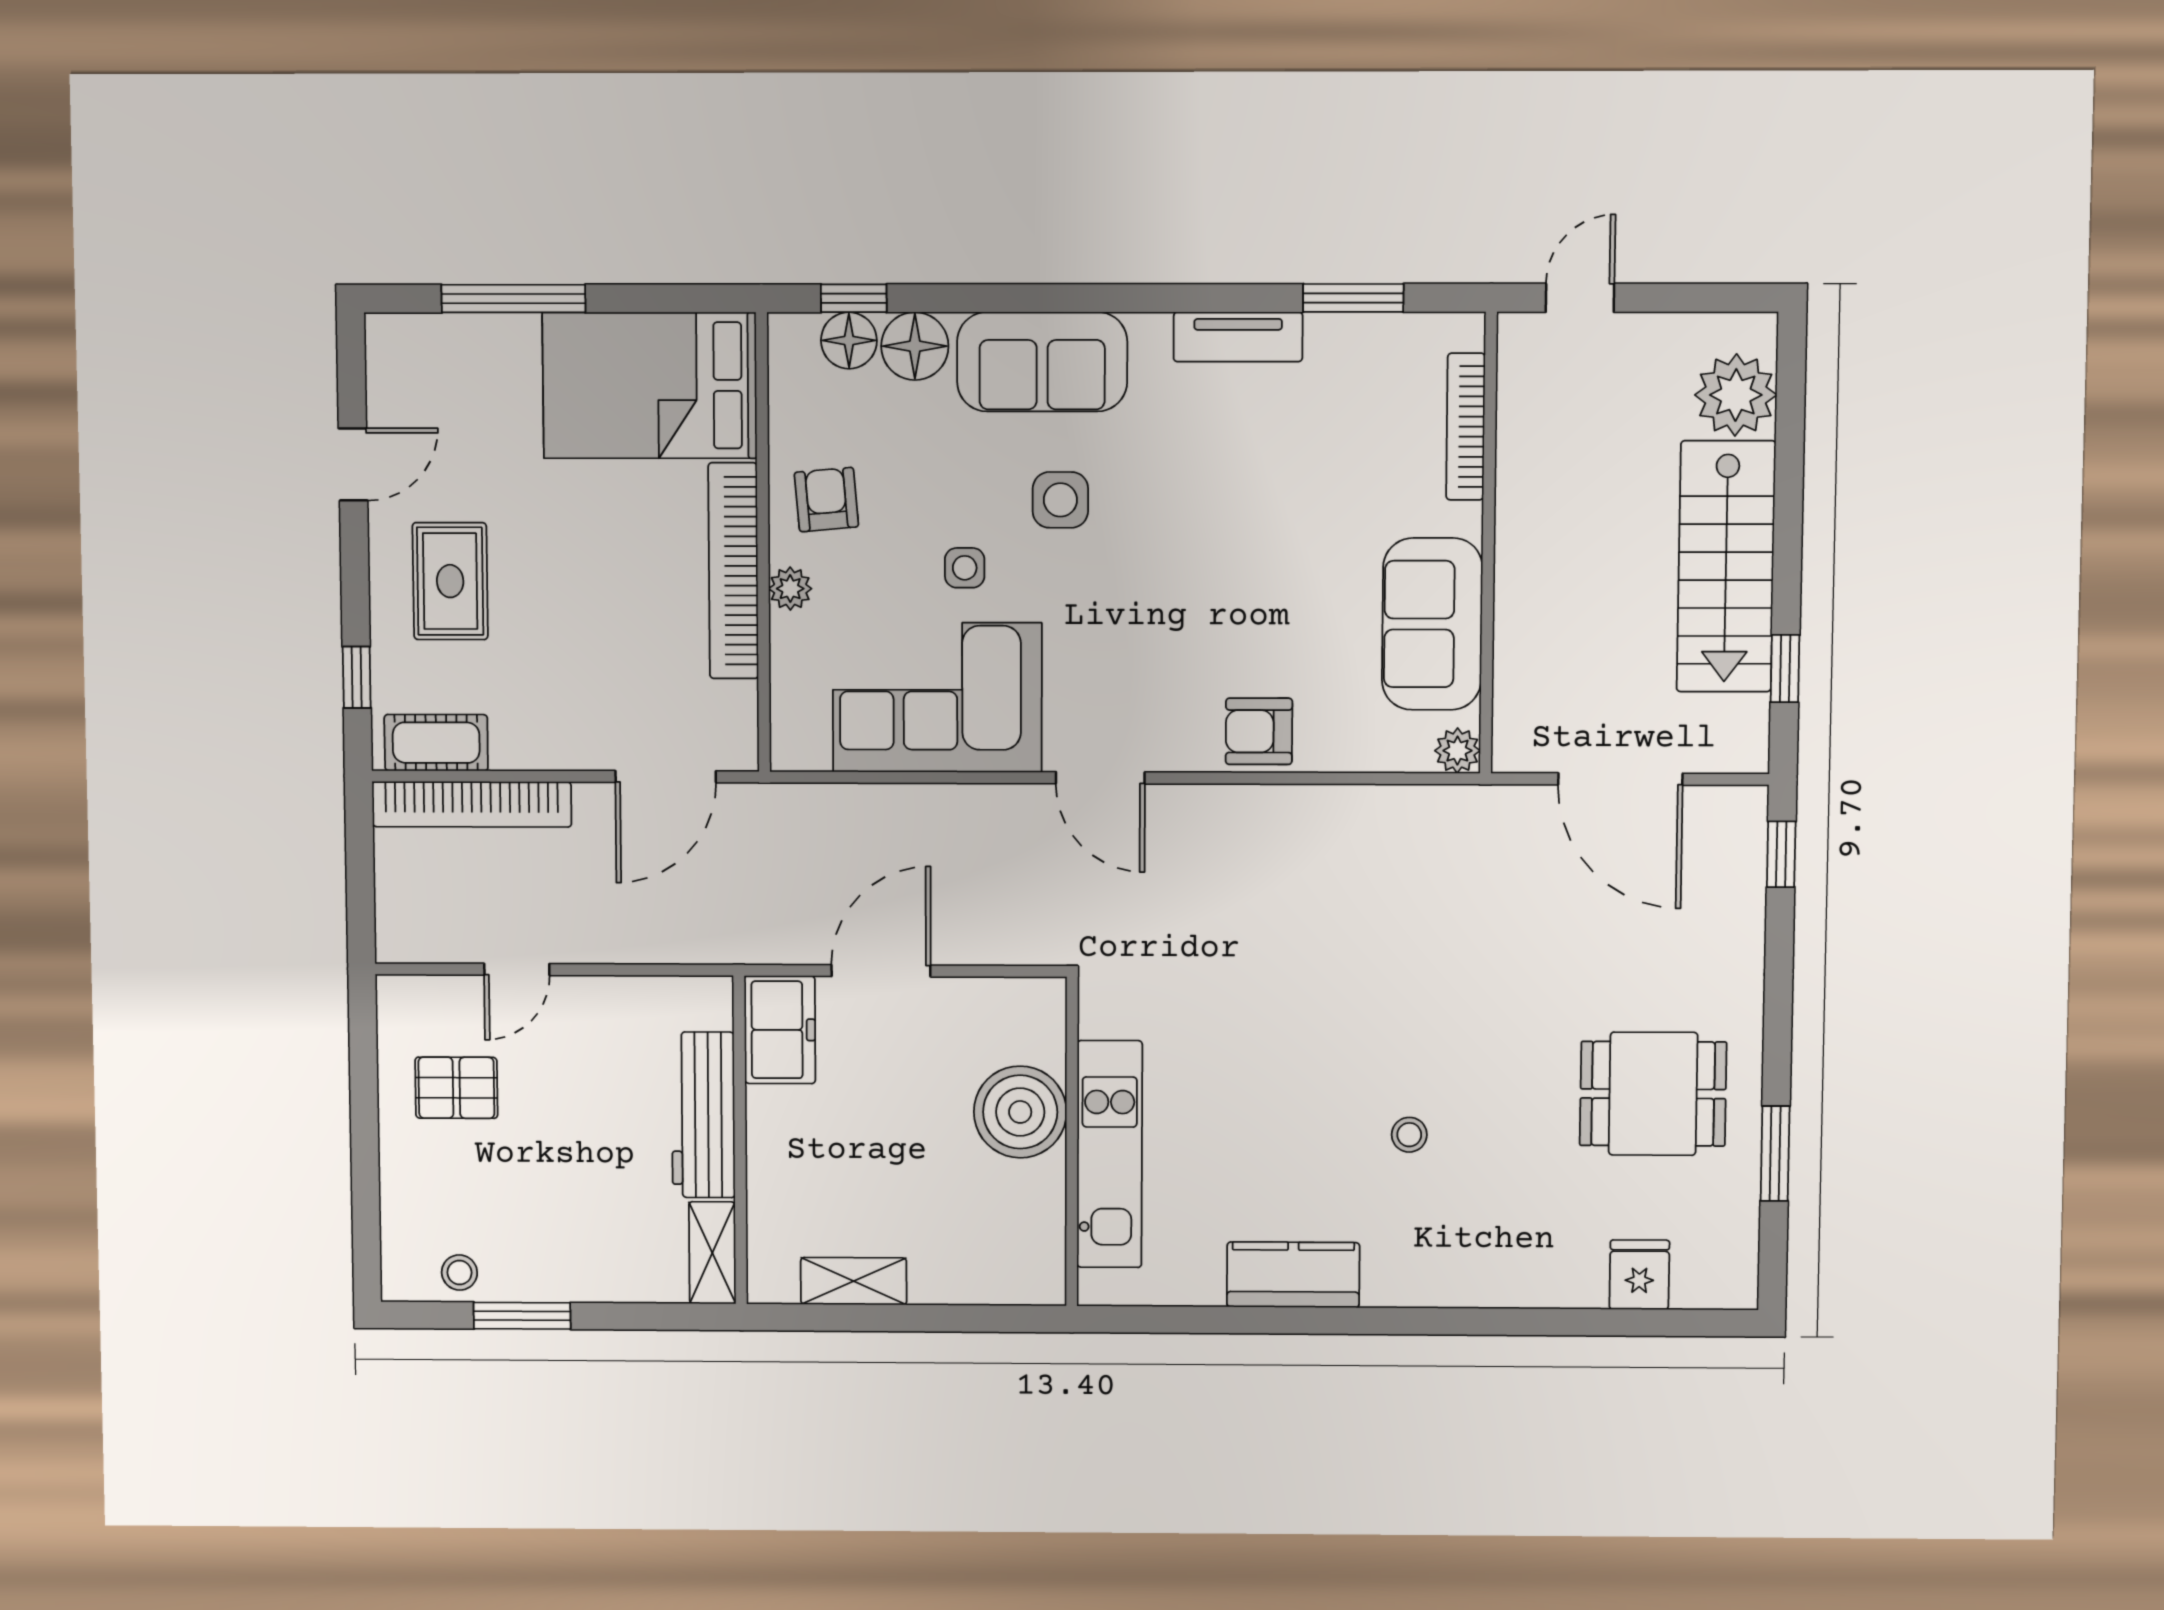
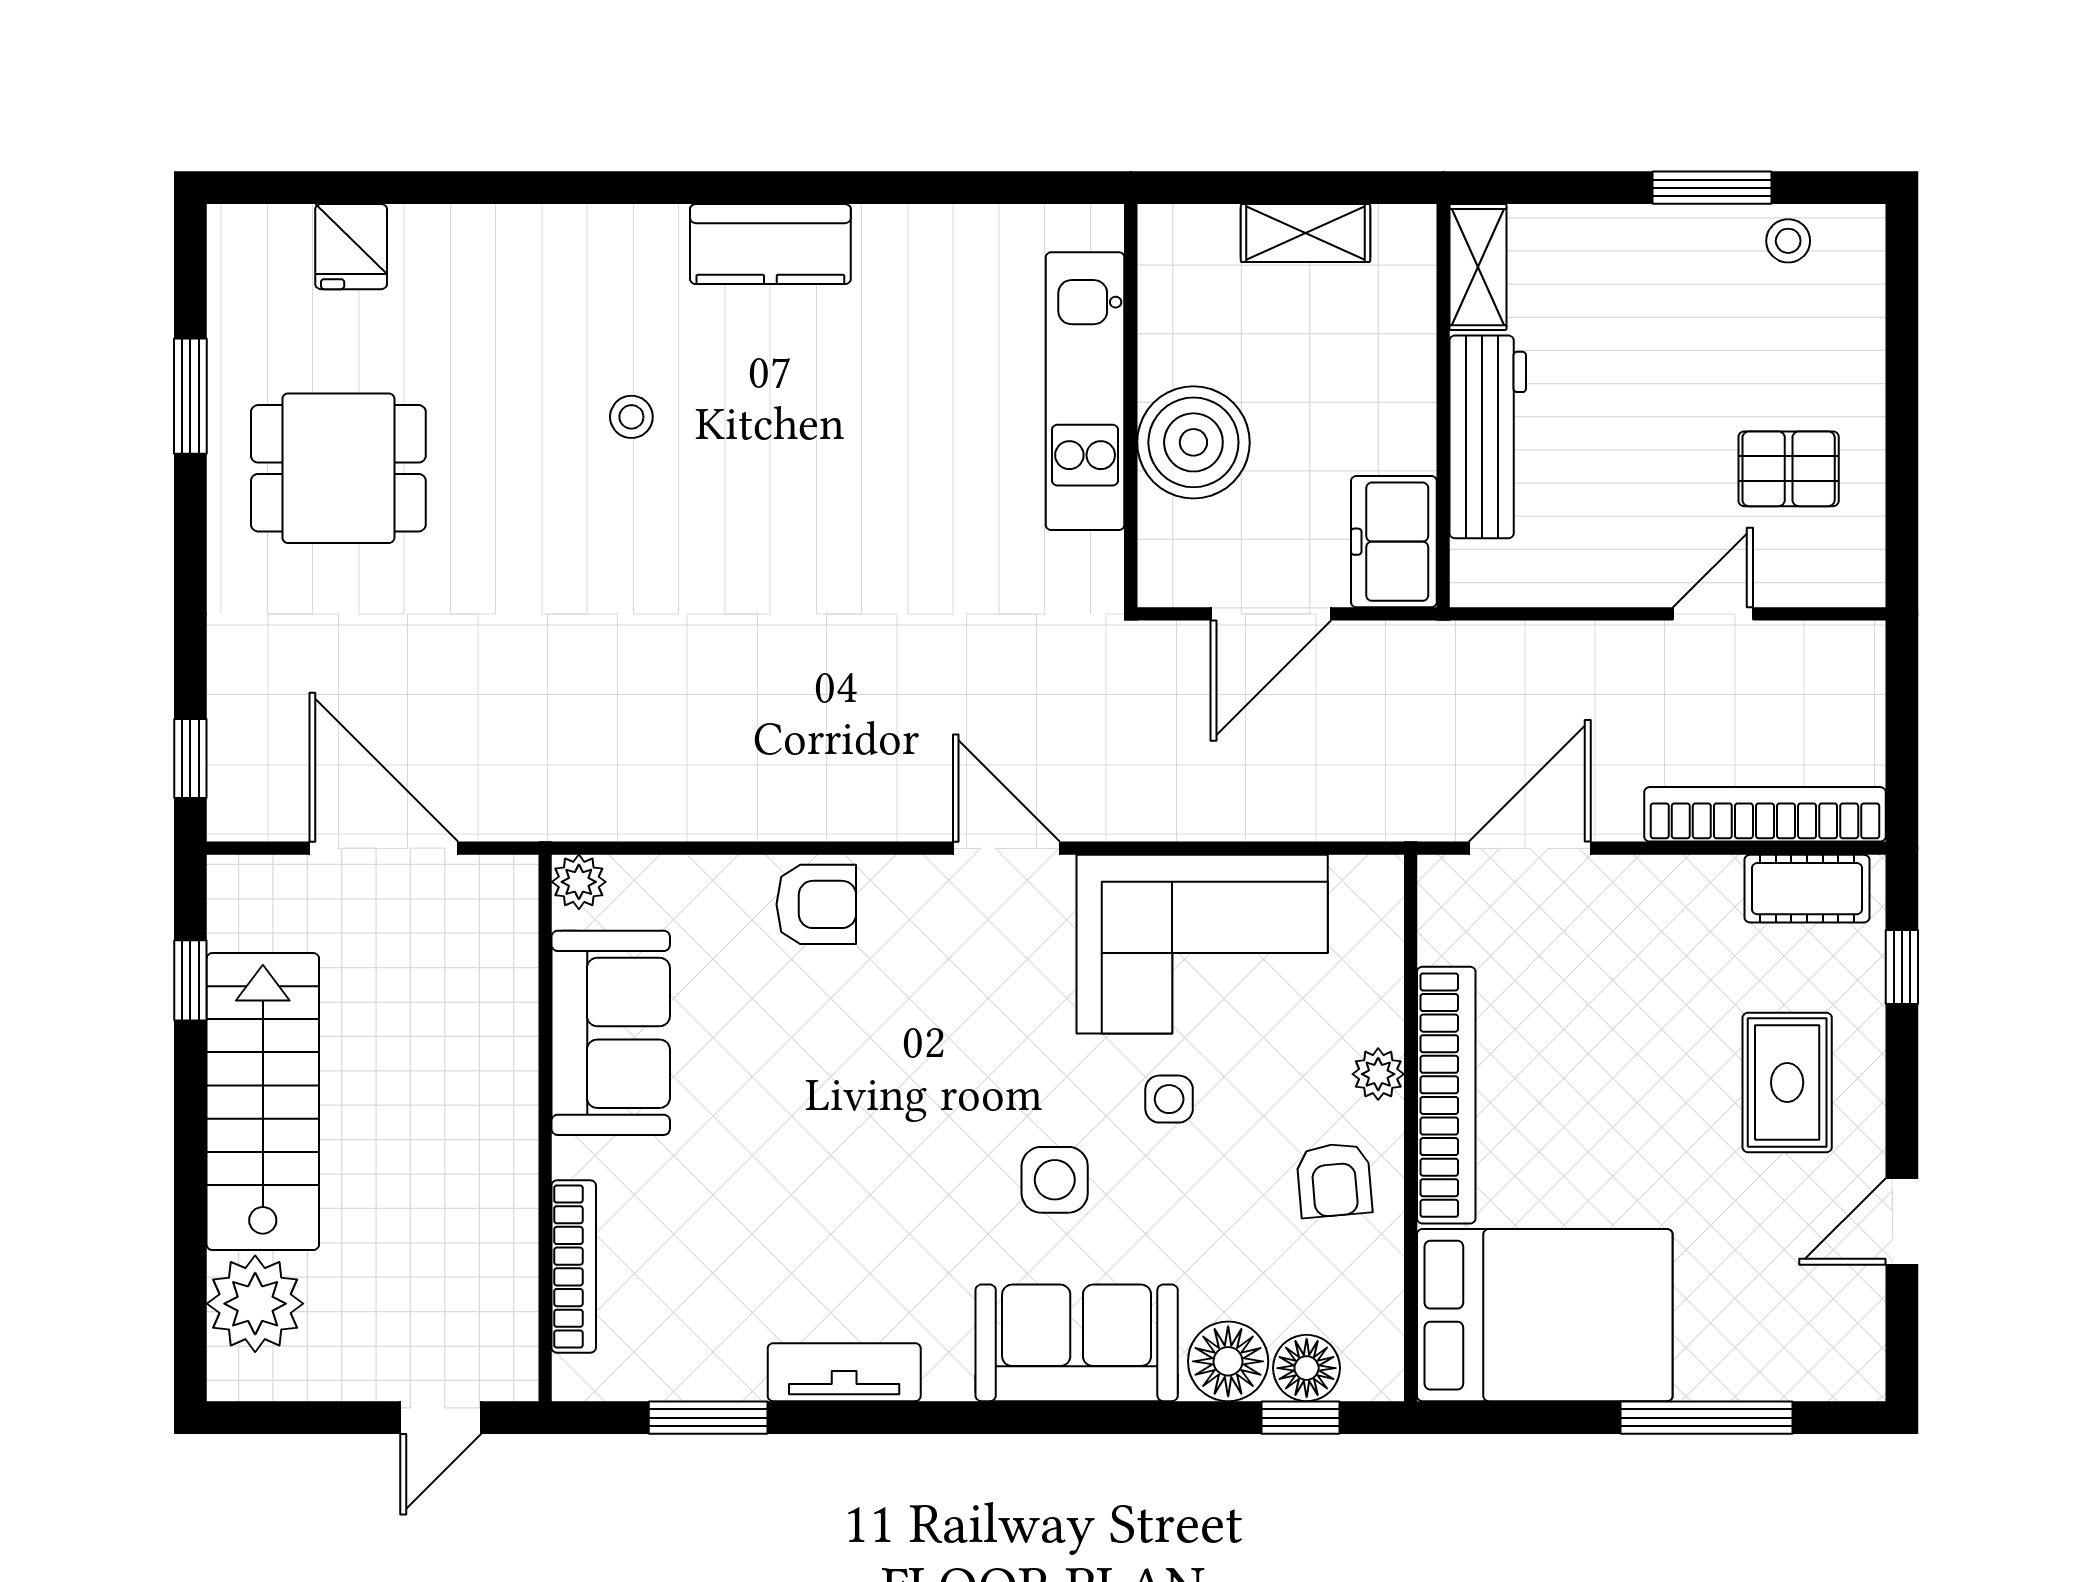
boiler: (1020, 1112) -> (1193, 442), moved
wall: (1072, 1142) -> (1131, 406), moved
kitchen unit: (1110, 1154) -> (1085, 391), moved

